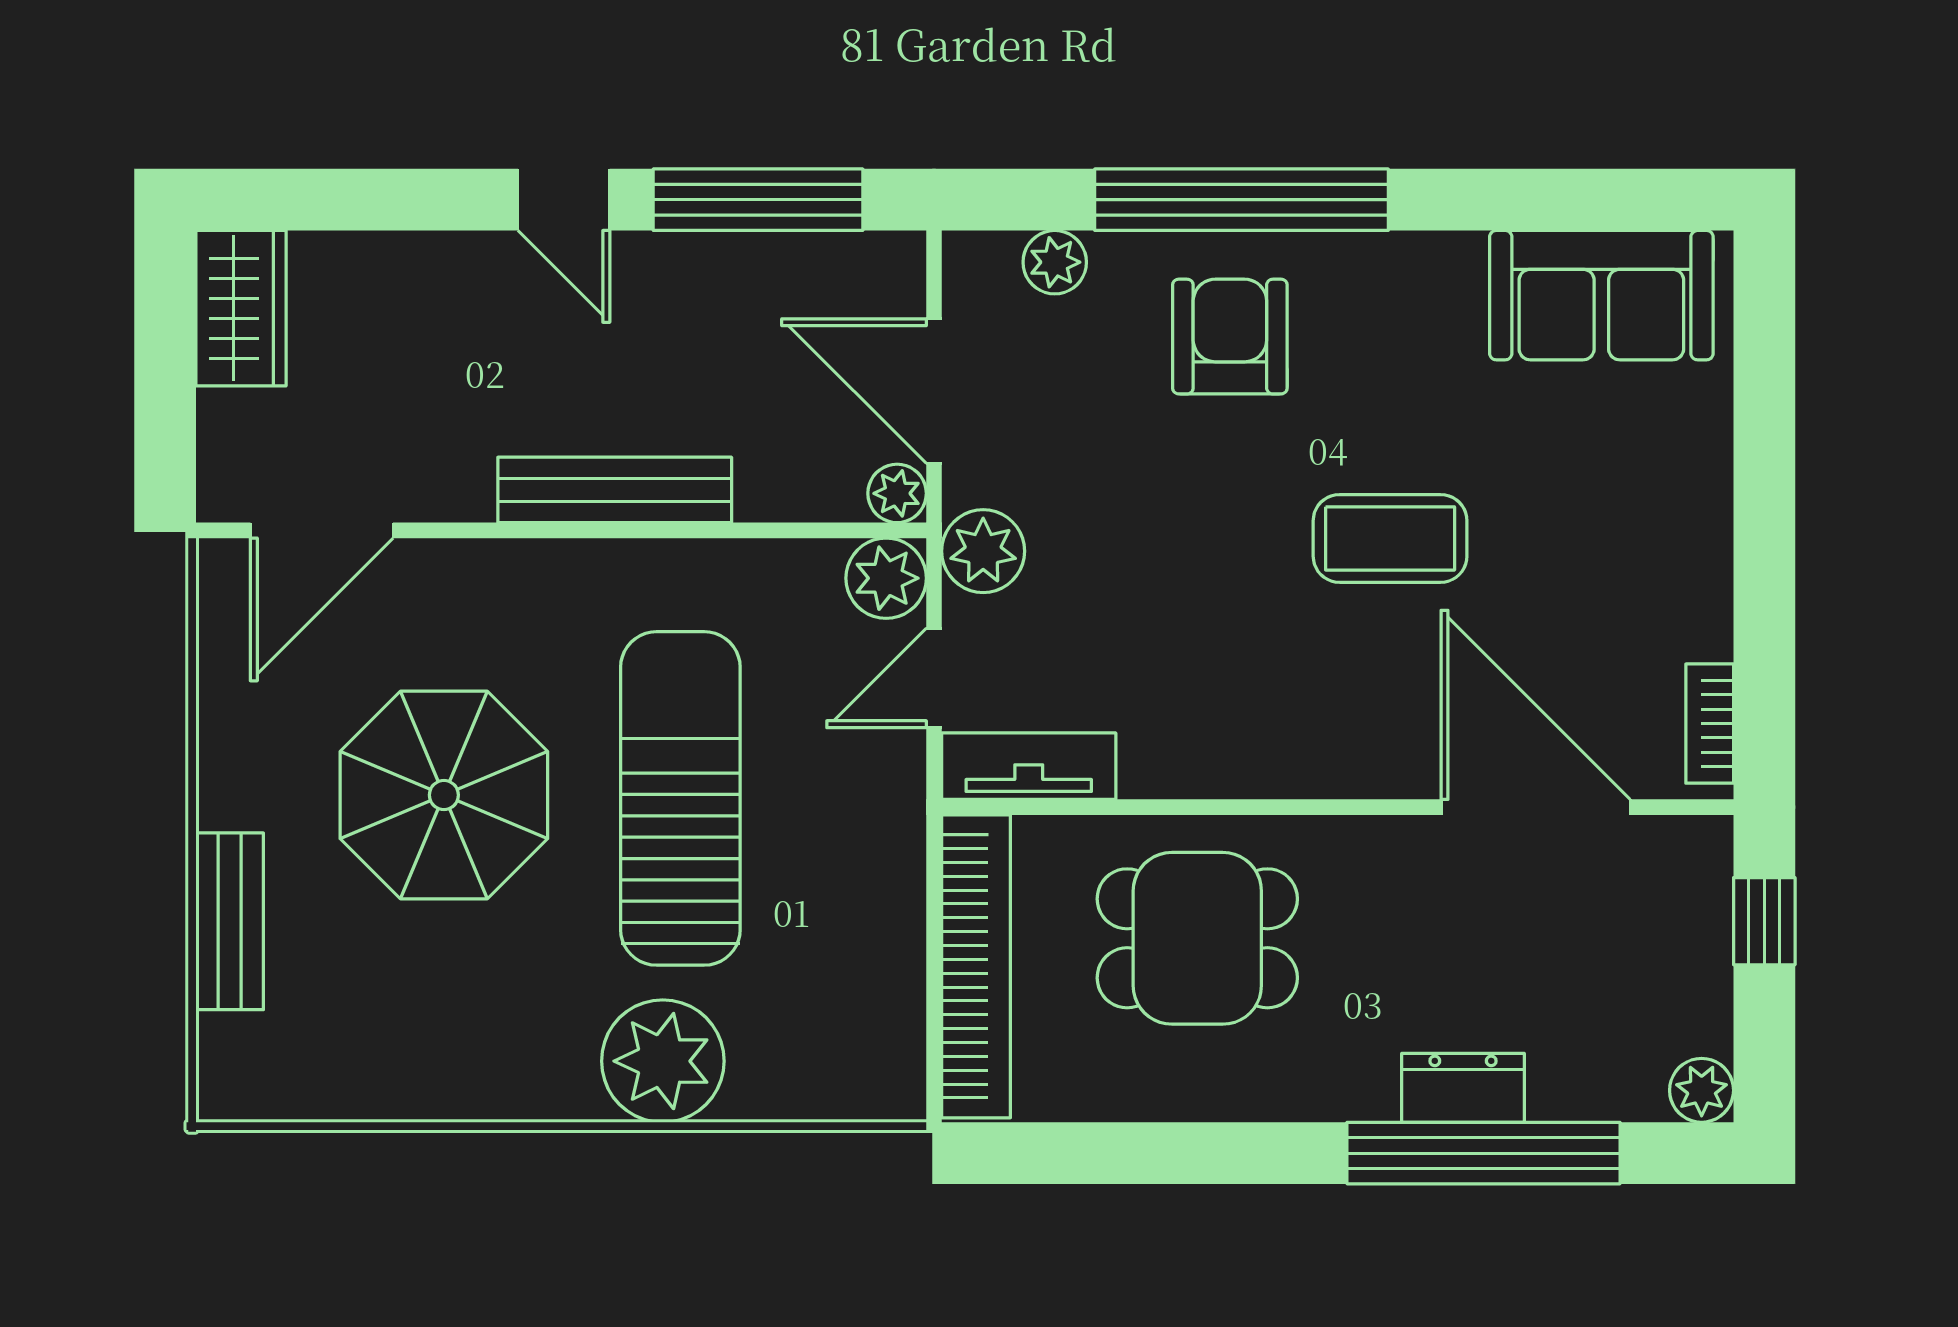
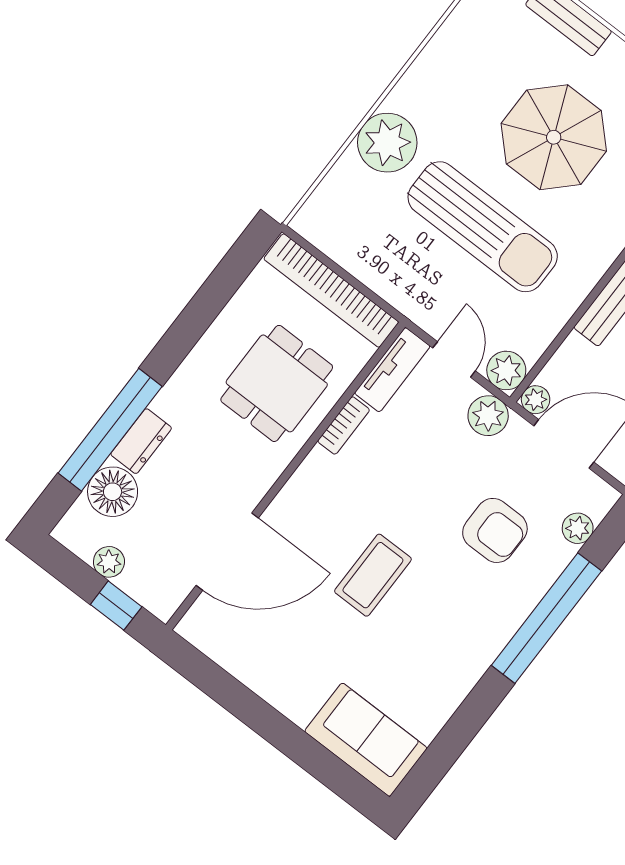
sofa: (1601, 295) -> (366, 740), moved, turned 90
armchair: (1230, 337) -> (495, 530), moved
bookcase: (1710, 724) -> (344, 425), moved, turned 90
floor lamp: (1582, 1071) -> (113, 492), added
plant: (1702, 1090) -> (109, 562), moved

